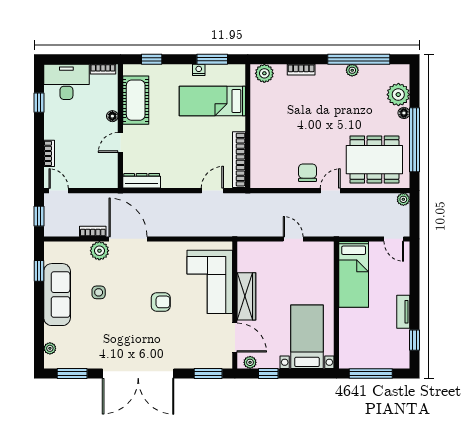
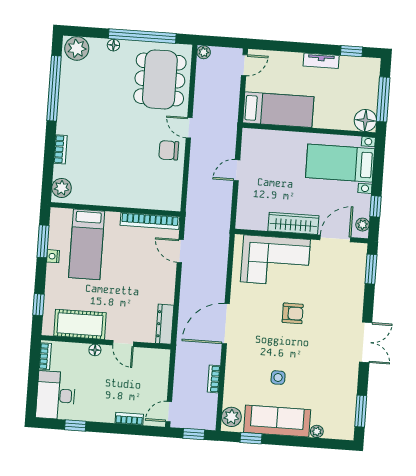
plant: (352, 70) -> (65, 96), removed
plant: (398, 95) -> (77, 48), moved
door: (128, 239) -> (226, 324), moved
plant: (99, 251) -> (231, 417), moved
armchair: (161, 302) -> (293, 313), turned 90
plant: (50, 348) -> (317, 431), moved
floor lamp: (349, 358) -> (365, 120), added
double door: (138, 373) -> (366, 342), width x0.54

